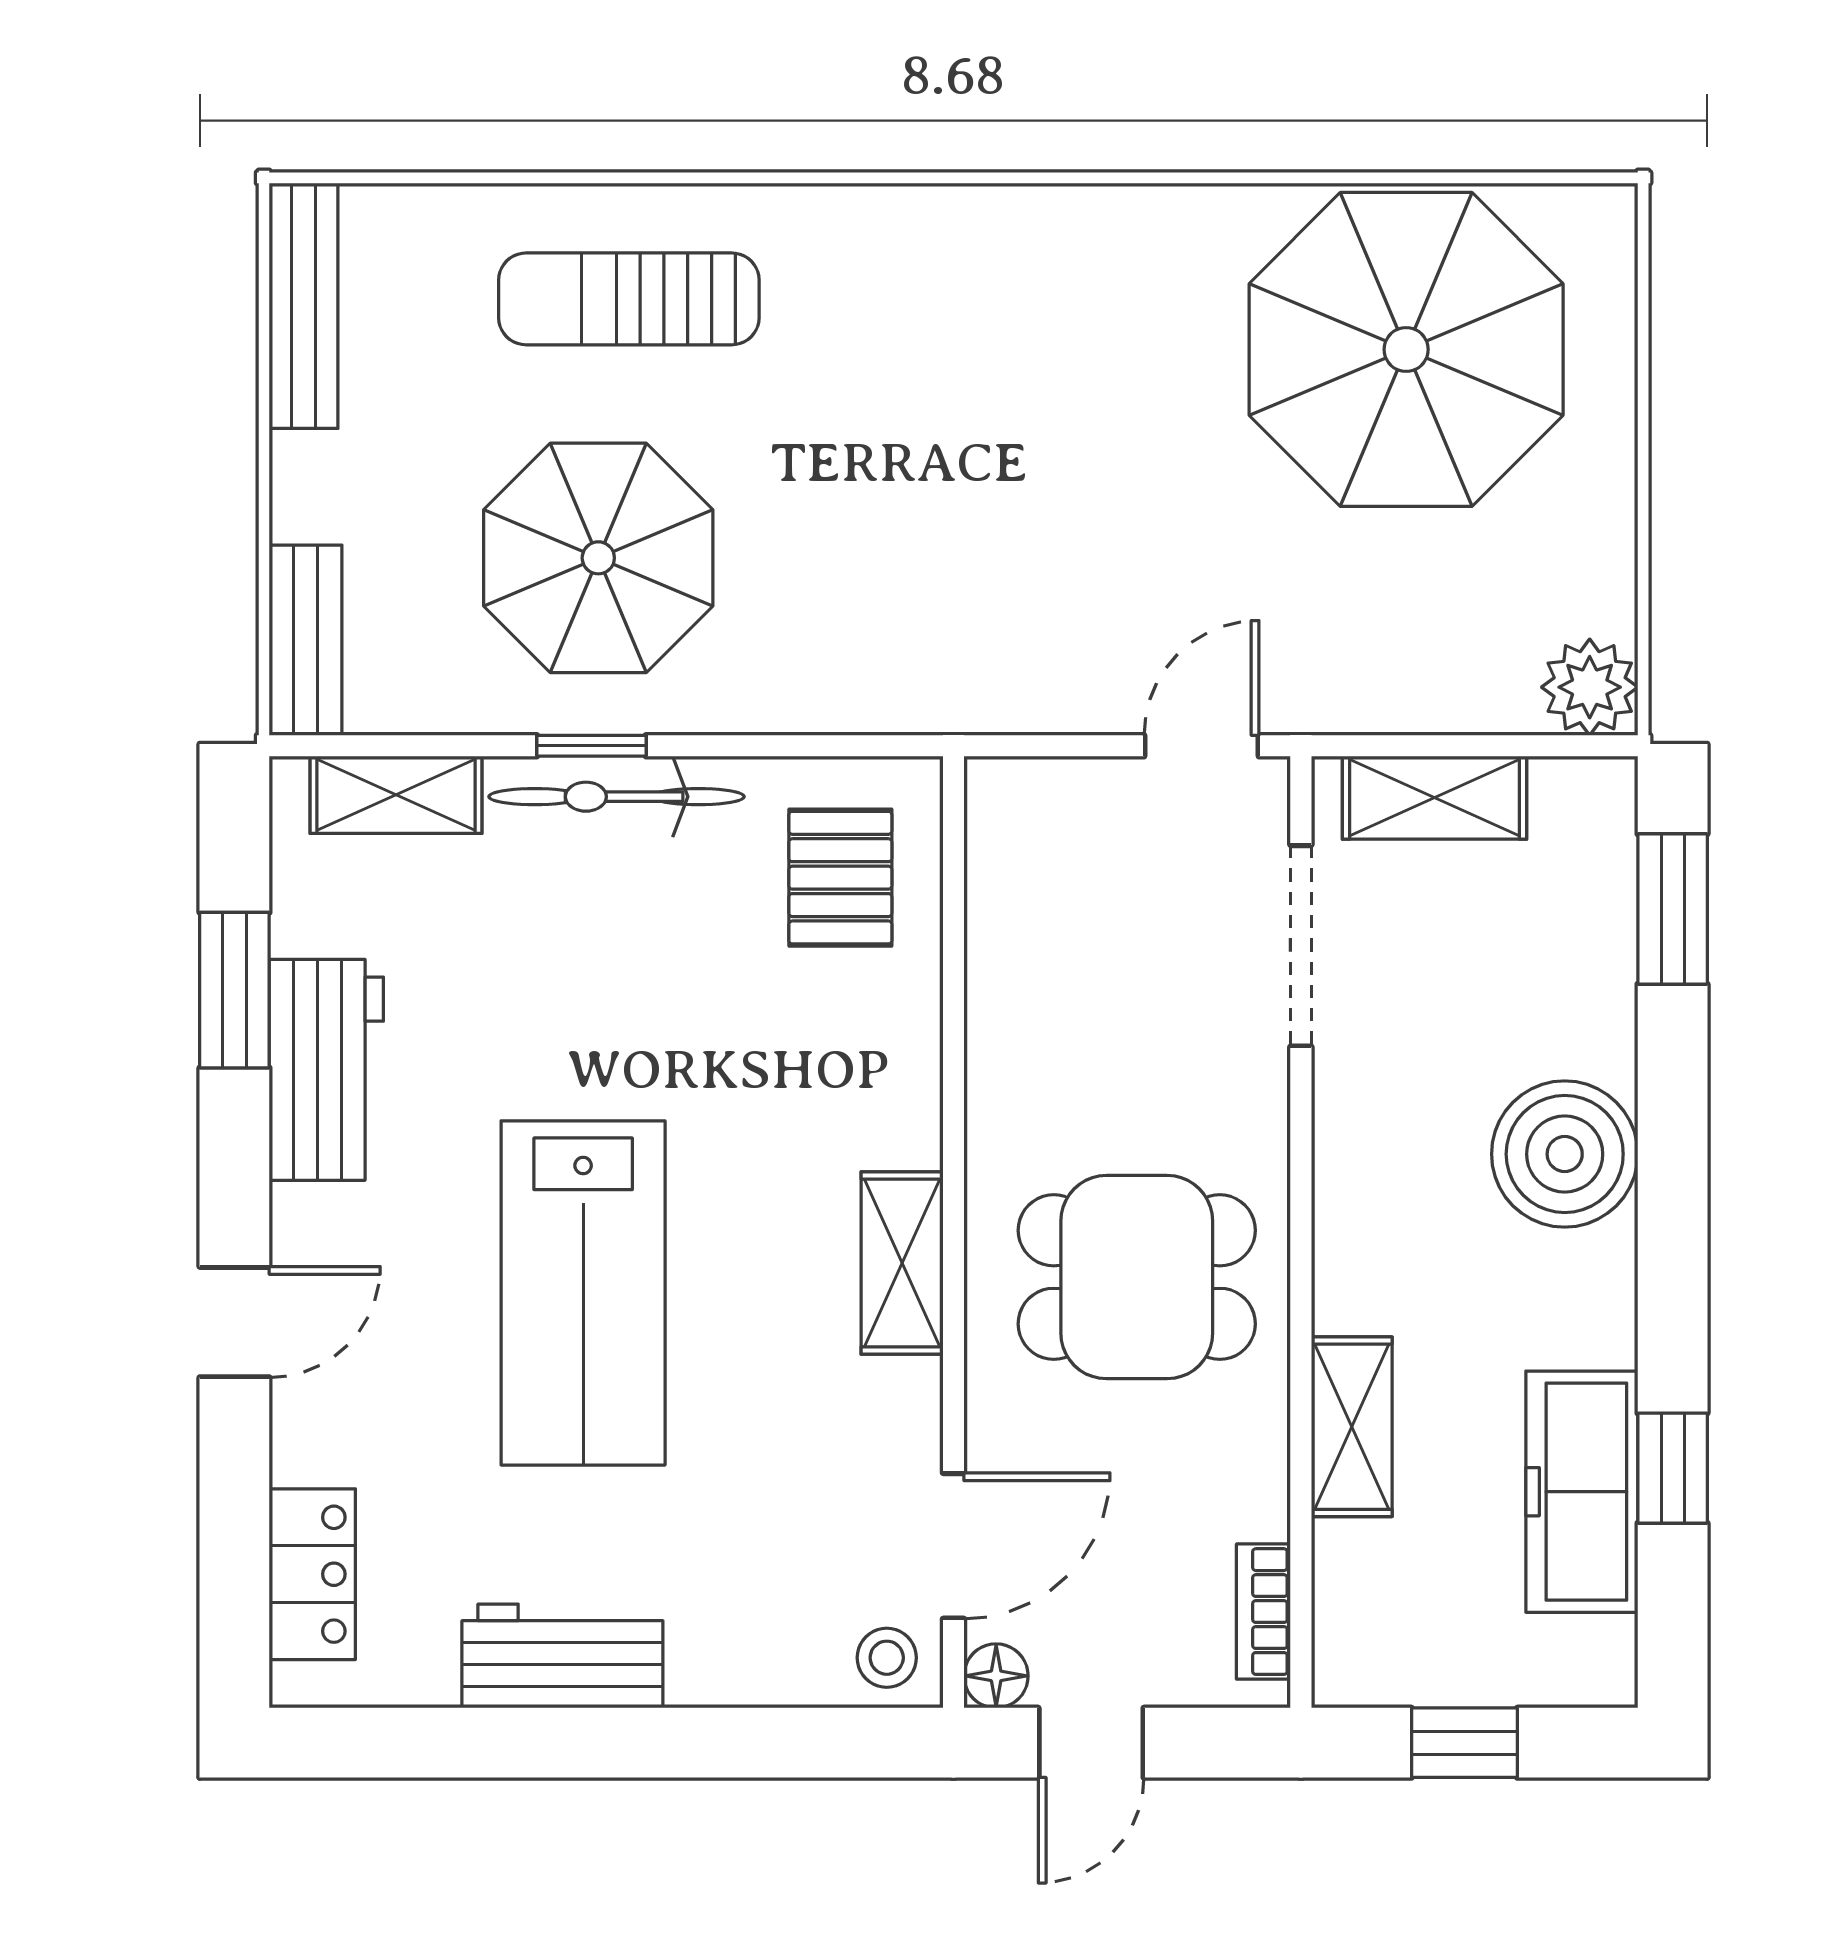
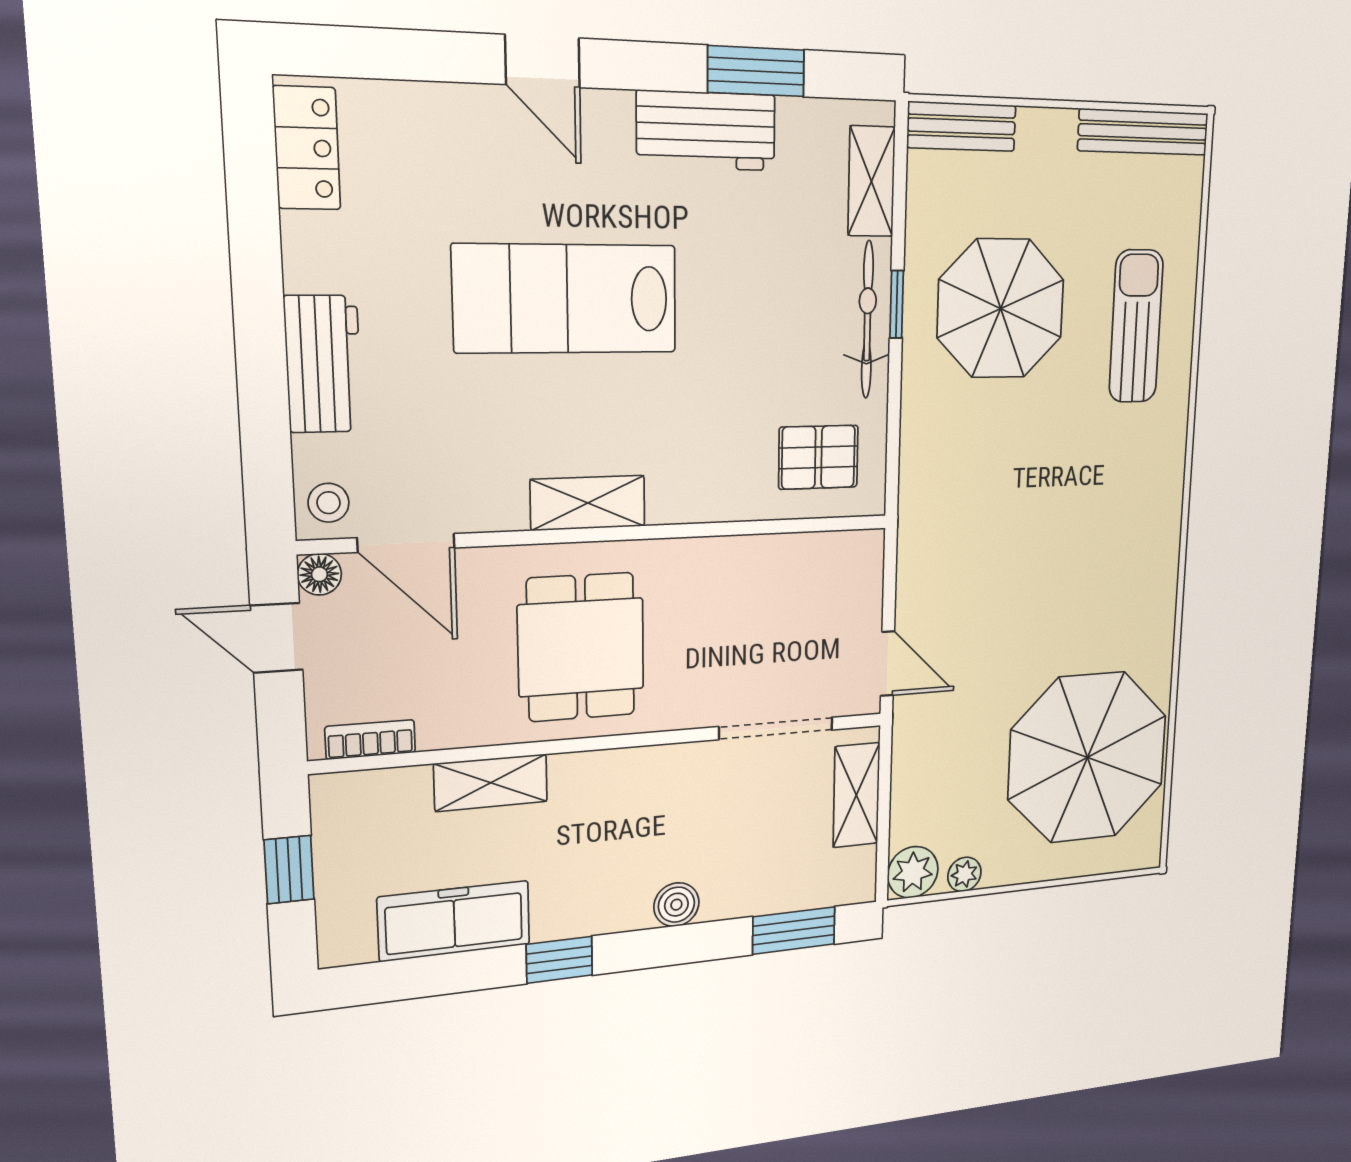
plant: (1605, 586) -> (964, 874), added
boiler: (1565, 1154) -> (676, 905), width x0.54, depth x0.54
window: (1673, 1468) -> (559, 960), moved
locker: (312, 1574) -> (307, 148), moved, turned -90
workbench: (562, 1656) -> (323, 364), moved

